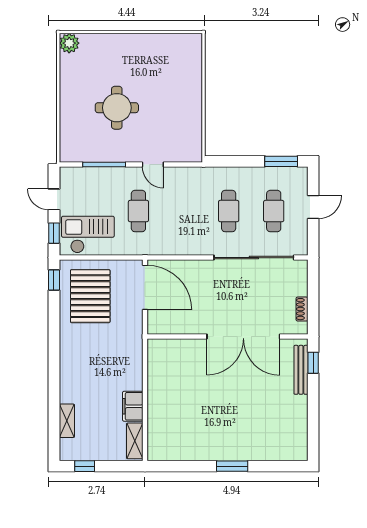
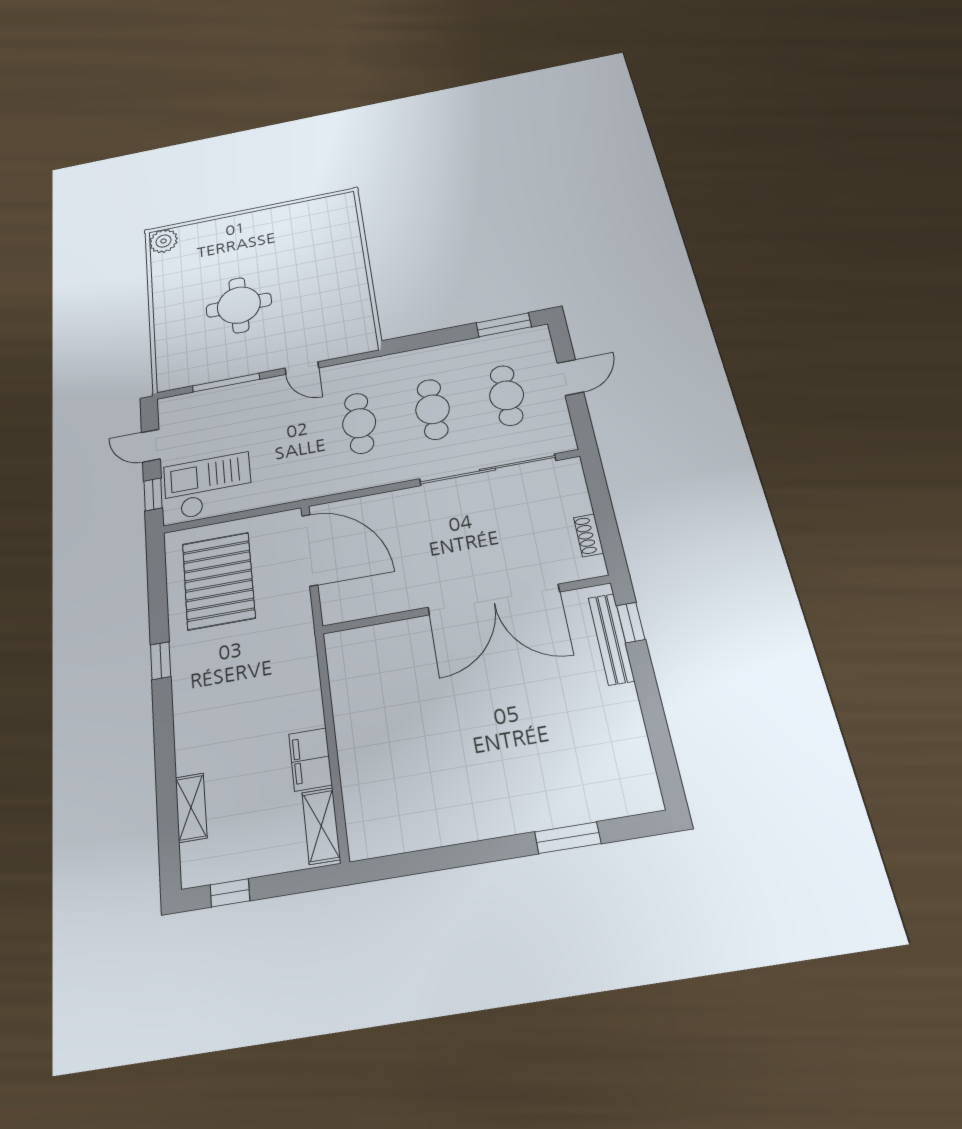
cafe table: (138, 211) -> (359, 423), moved
window: (54, 280) -> (161, 661), moved
window: (232, 466) -> (568, 838), moved

